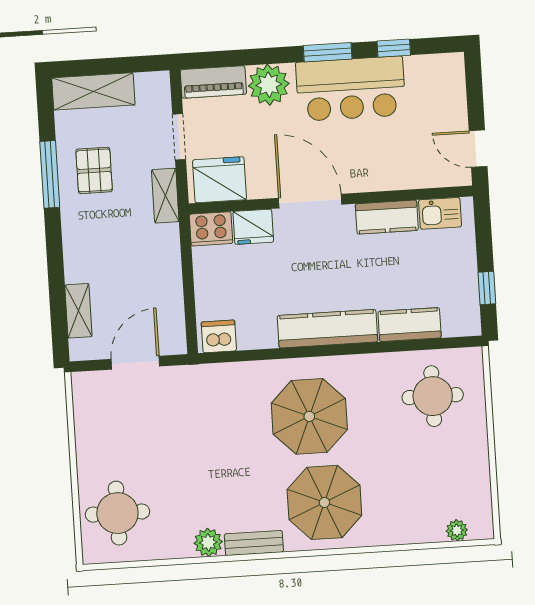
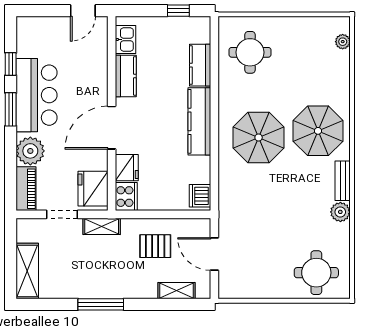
pallet: (94, 170) -> (155, 246), moved
window: (50, 174) -> (101, 304), moved

